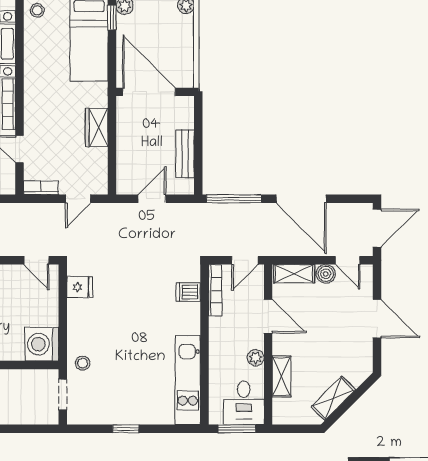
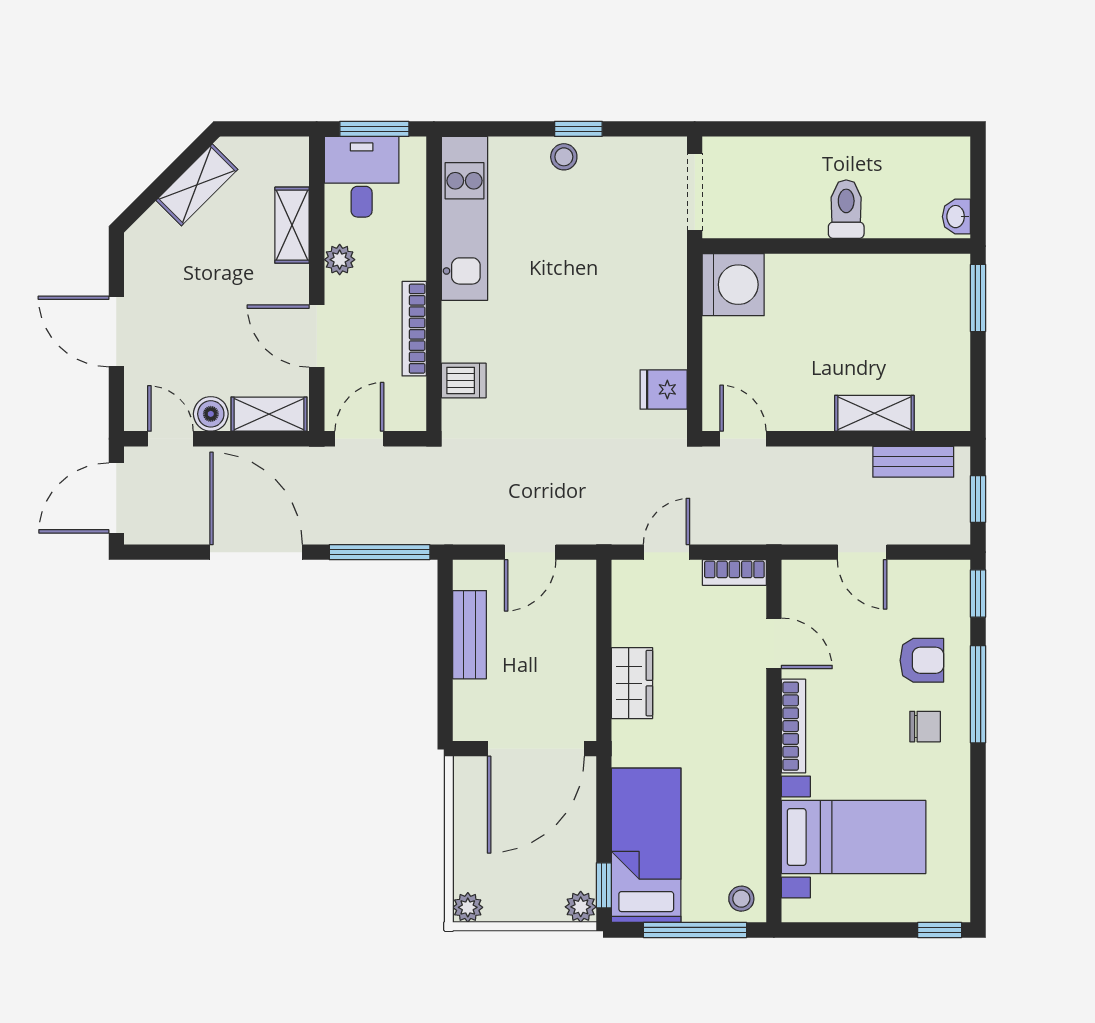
door: (149, 92) -> (536, 749), hinge flipped
bookcase: (215, 290) -> (414, 329), moved
stool: (83, 363) -> (564, 157), moved
doorway: (63, 395) -> (695, 192), width x1.38

